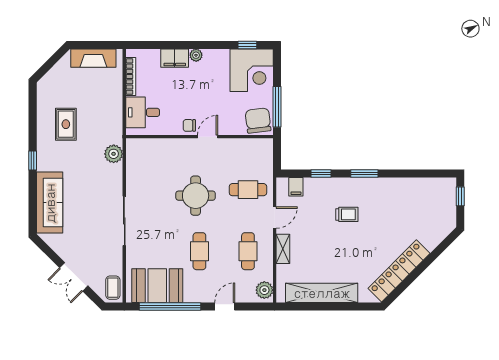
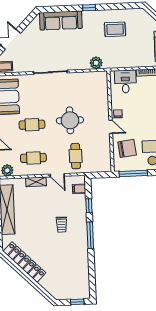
chair: (258, 121) -> (127, 148), moved
window: (364, 173) -> (90, 235), width x1.44

